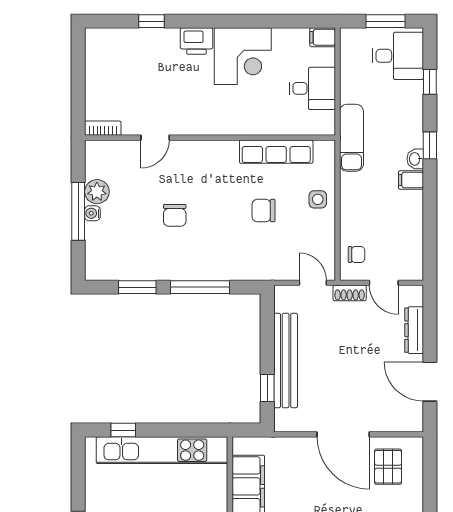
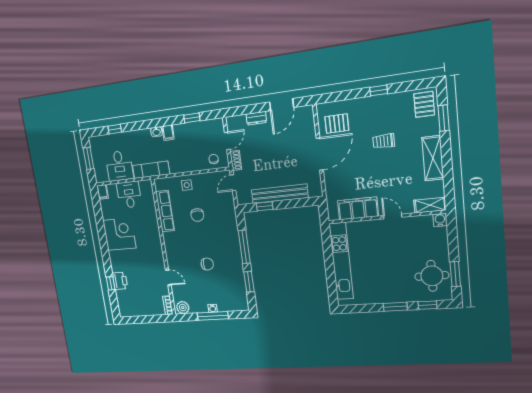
printer: (196, 41) -> (120, 281), moved
desk: (398, 56) -> (119, 166), moved, turned 180
window: (430, 145) -> (192, 118), moved
plant: (97, 192) -> (183, 308), moved
dresser: (414, 330) -> (256, 118), width x0.70
window: (267, 388) -> (265, 206), moved
window: (123, 430) -> (332, 284), removed

